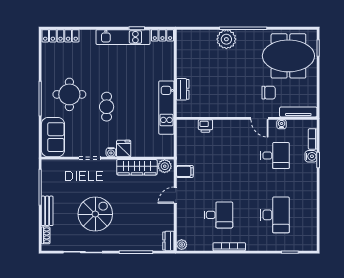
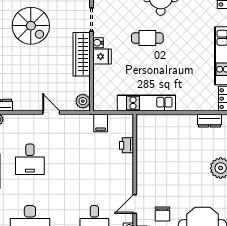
dresser: (183, 89) -> (209, 121), moved
wardrobe: (137, 167) -> (82, 54), moved
filing cabinet: (185, 171) -> (101, 123), moved

